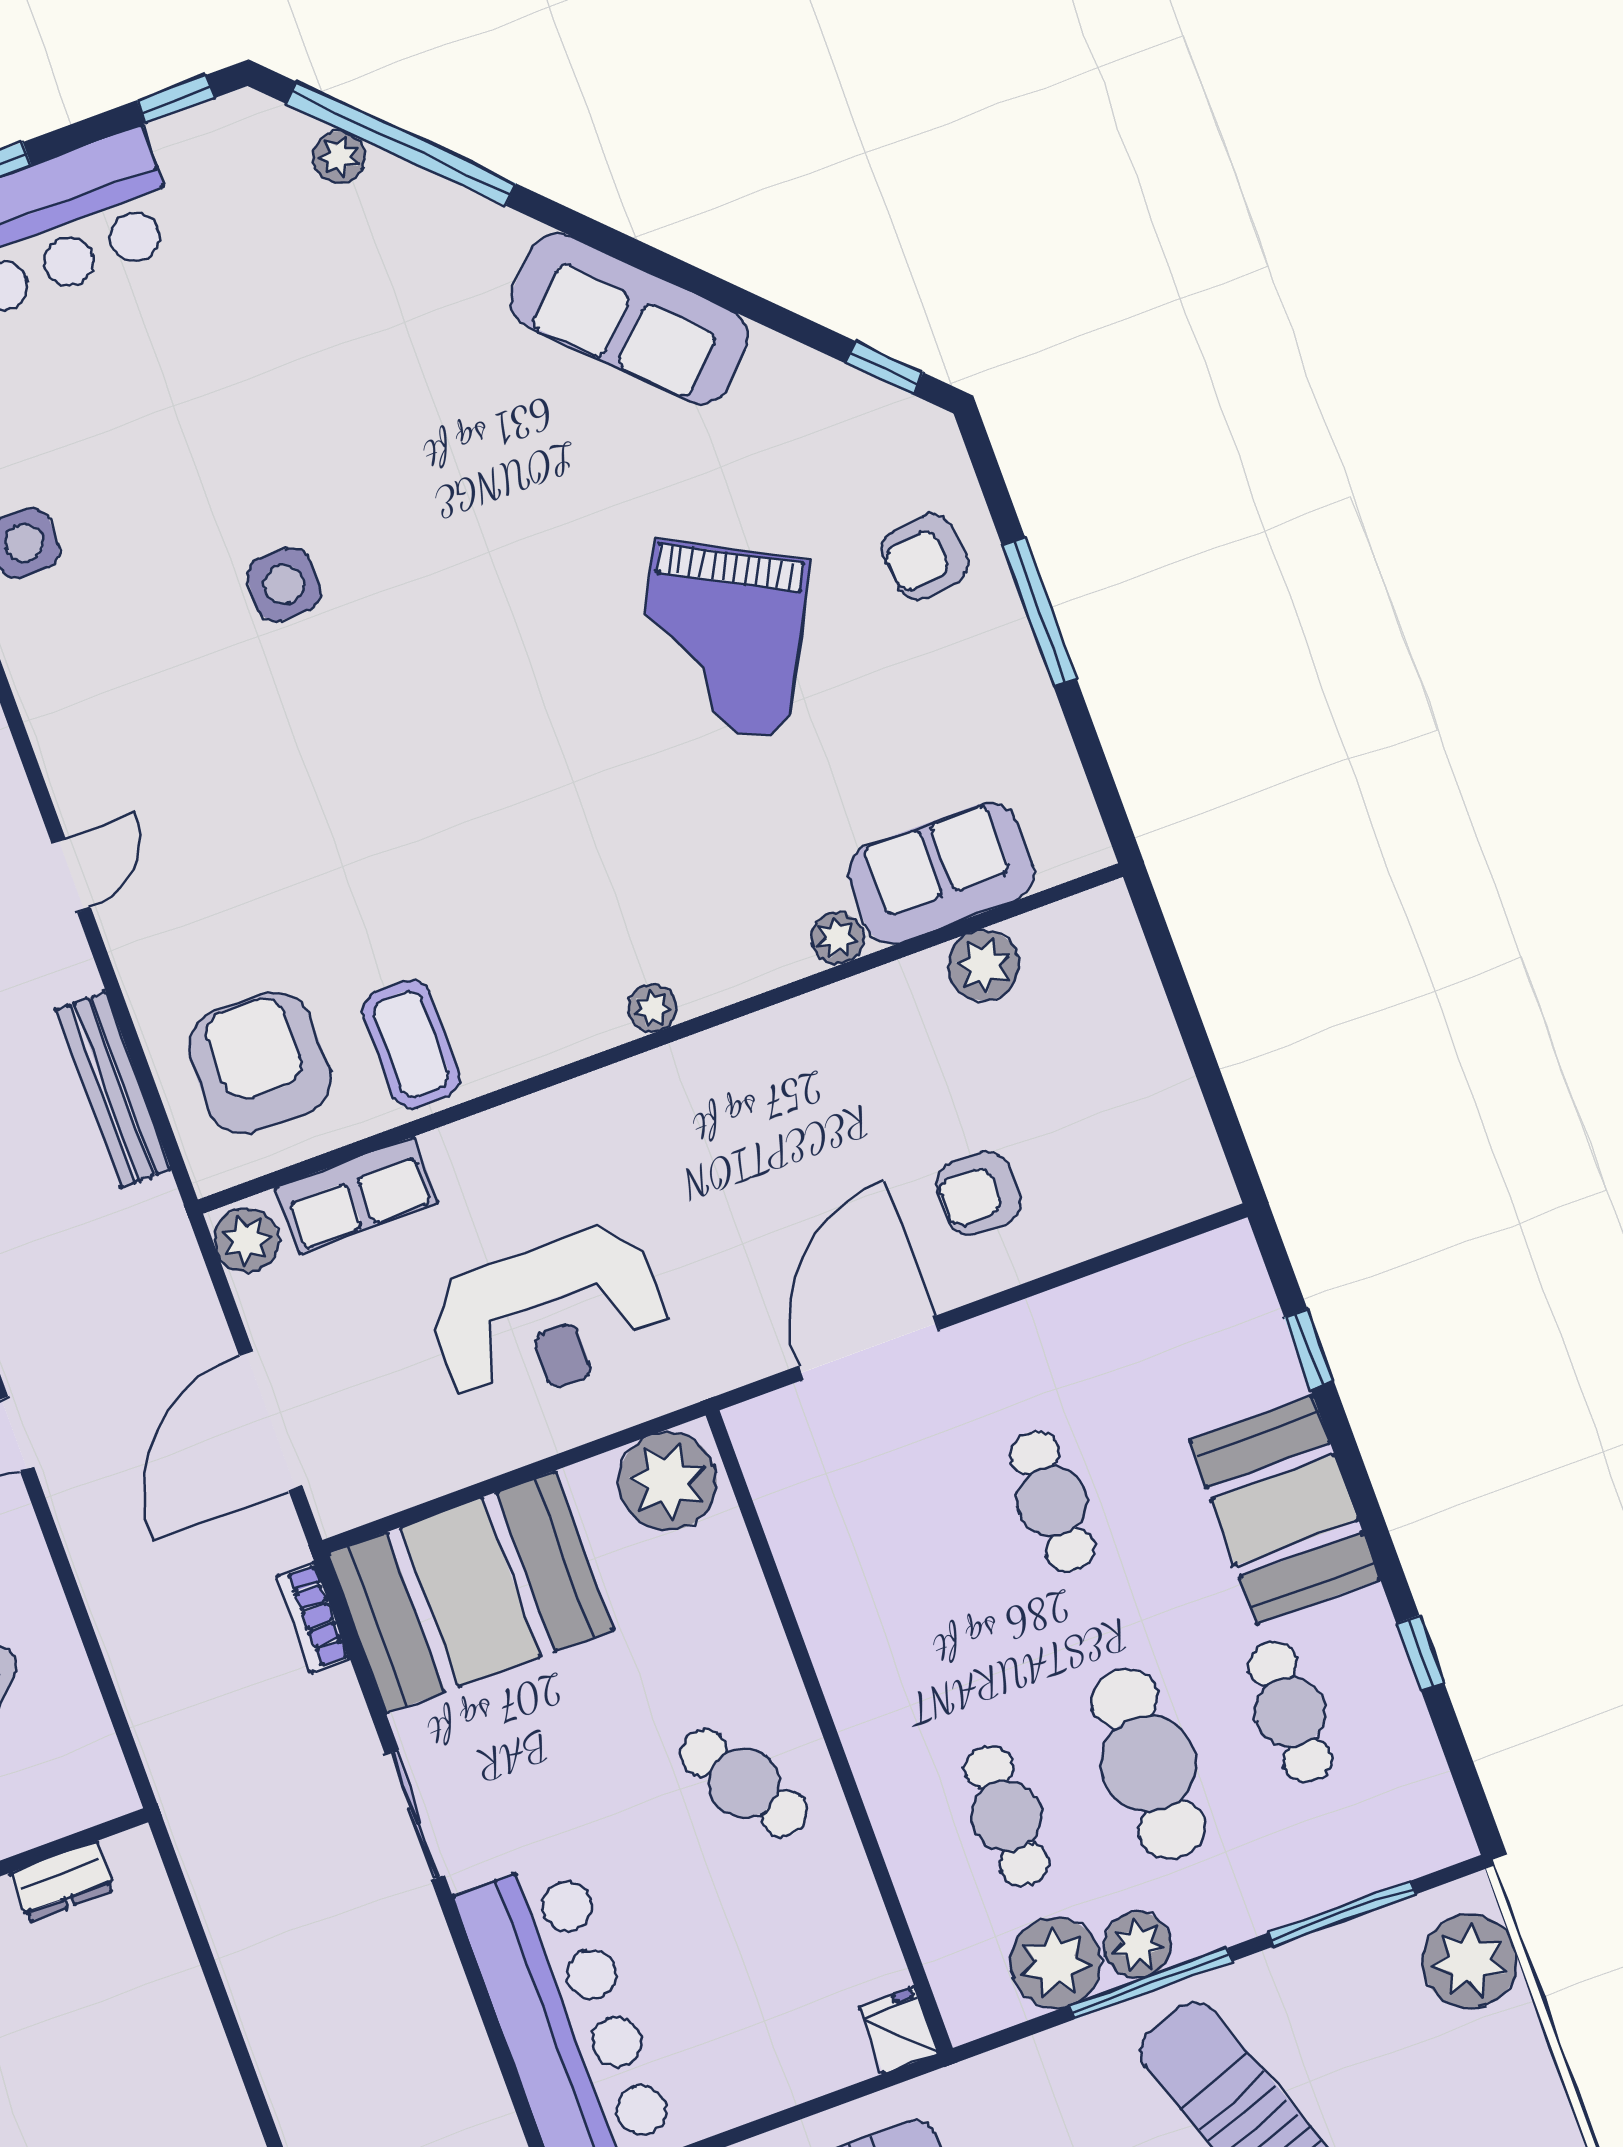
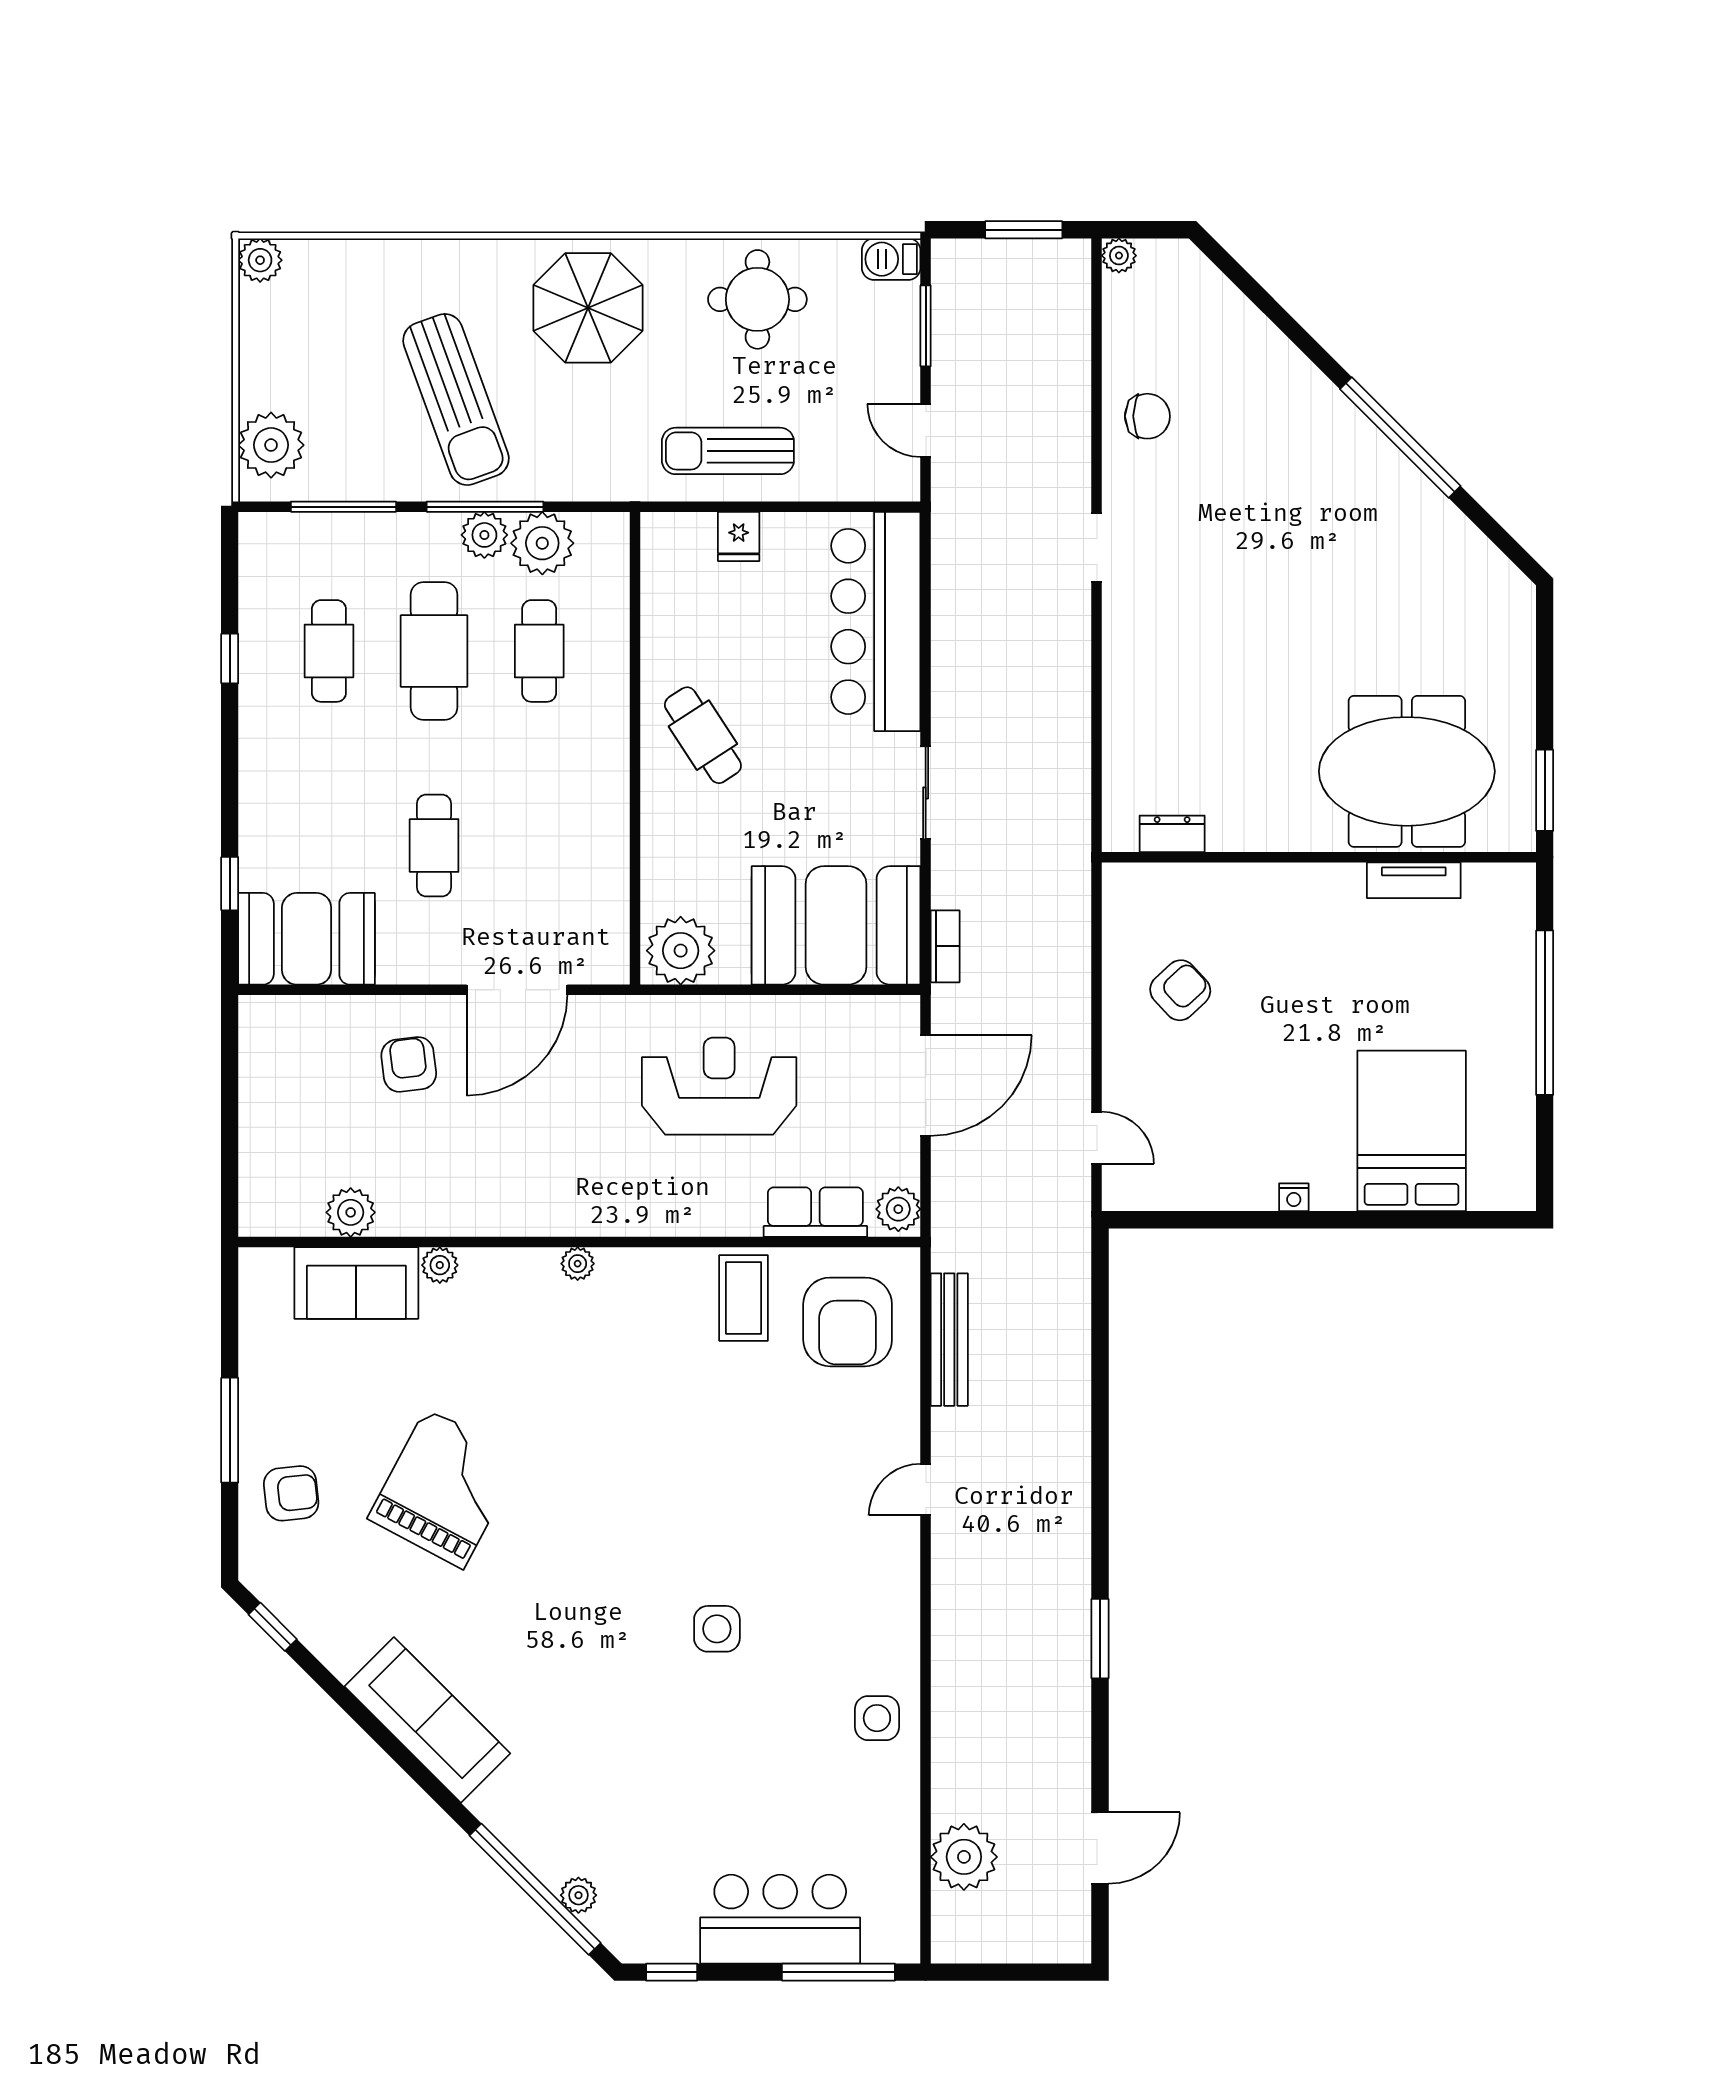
armchair: (978, 1194) -> (409, 1064), turned -97
booth: (1285, 1510) -> (307, 939), moved, turned 90
fridge: (899, 2030) -> (739, 537), moved

